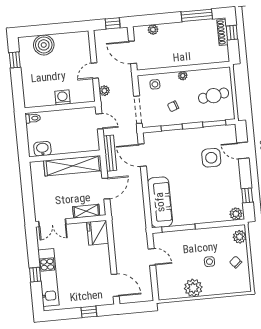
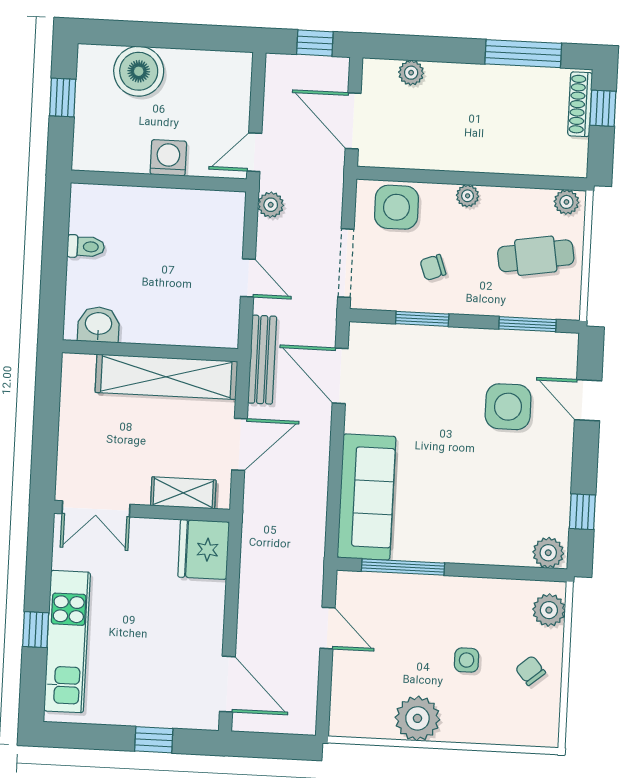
plant: (223, 72) -> (566, 202), added
side table: (155, 84) -> (396, 207), width x1.87, depth x1.87
washing machine: (63, 97) -> (168, 158), moved
wall: (60, 107) -> (159, 181), moved

